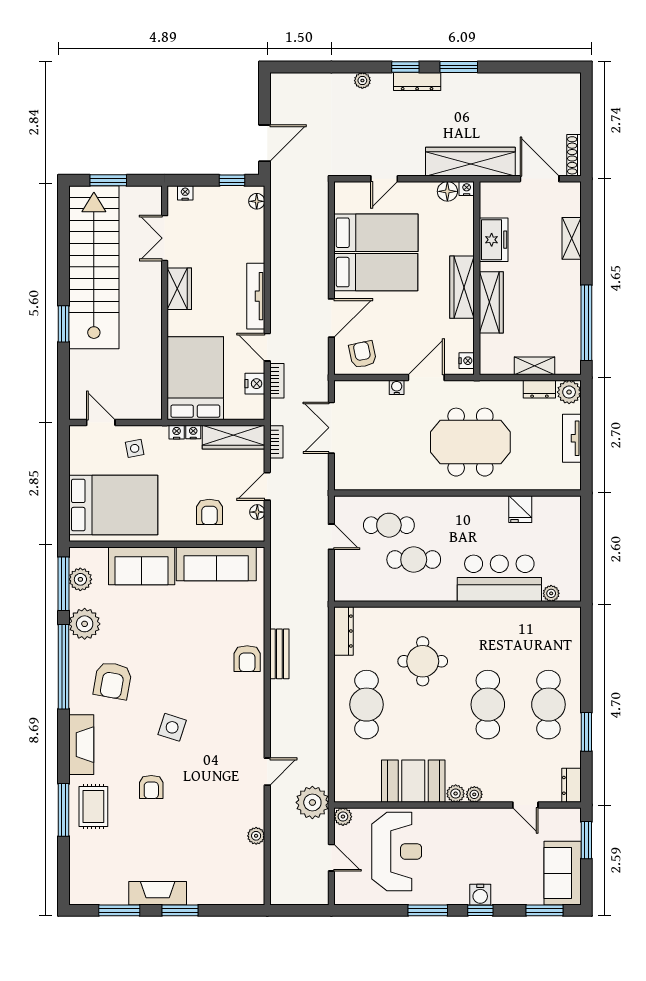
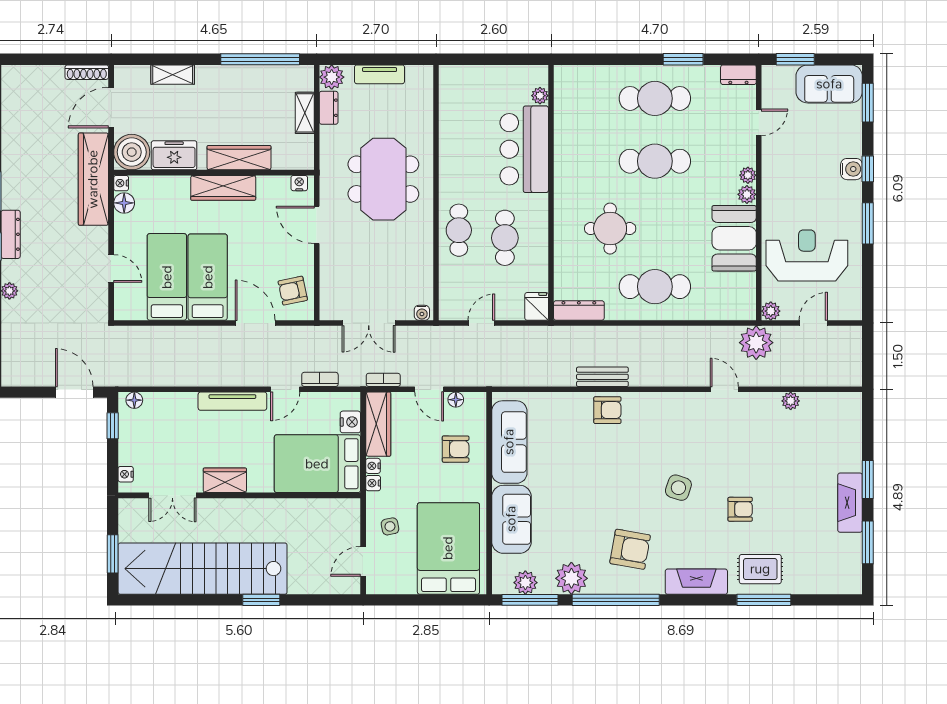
boiler: (497, 199) -> (132, 152), added
nightstand: (255, 384) -> (350, 422), moved, turned 90
water cooler: (397, 387) -> (422, 313), moved, turned -90
fridge: (520, 509) -> (537, 306), moved, turned -90
cafe table: (389, 525) -> (459, 230), moved

